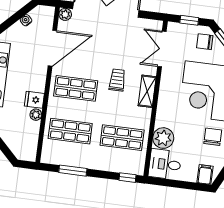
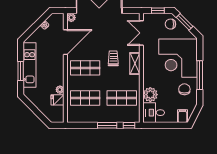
fridge: (34, 100) -> (57, 100), moved
window: (73, 171) -> (107, 125), moved

